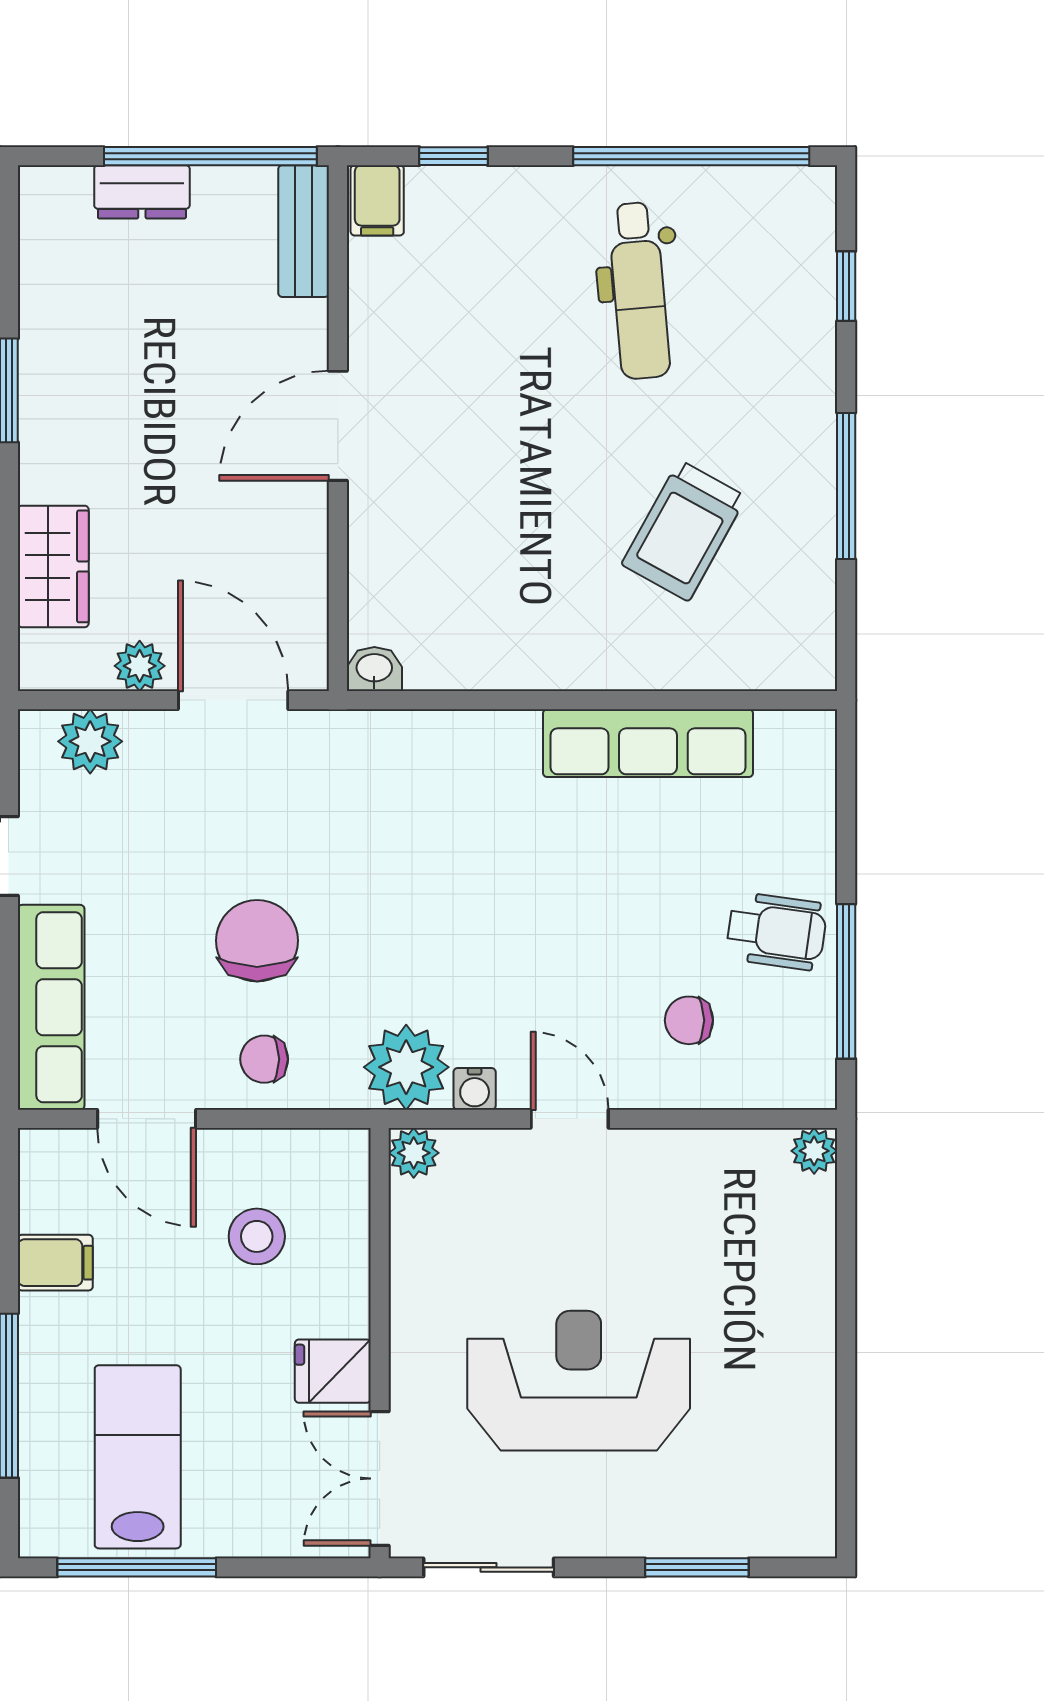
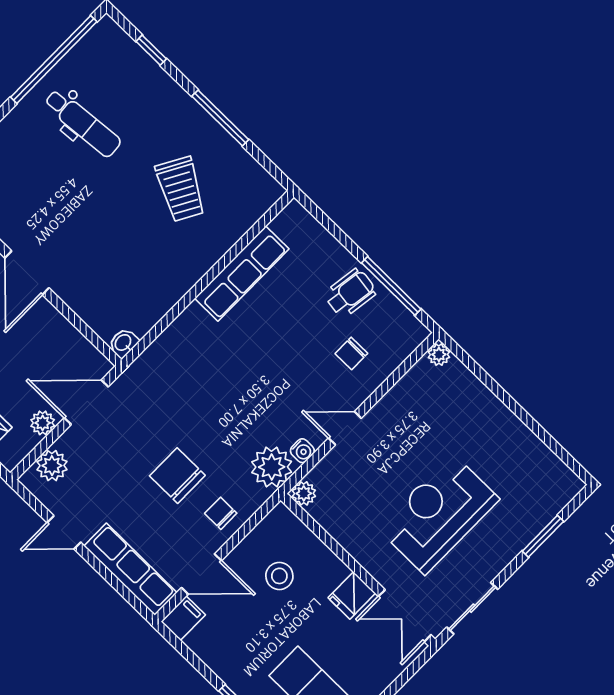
chair: (264, 1059) -> (221, 513), turned 90
filing cabinet: (55, 1263) -> (183, 618), moved

